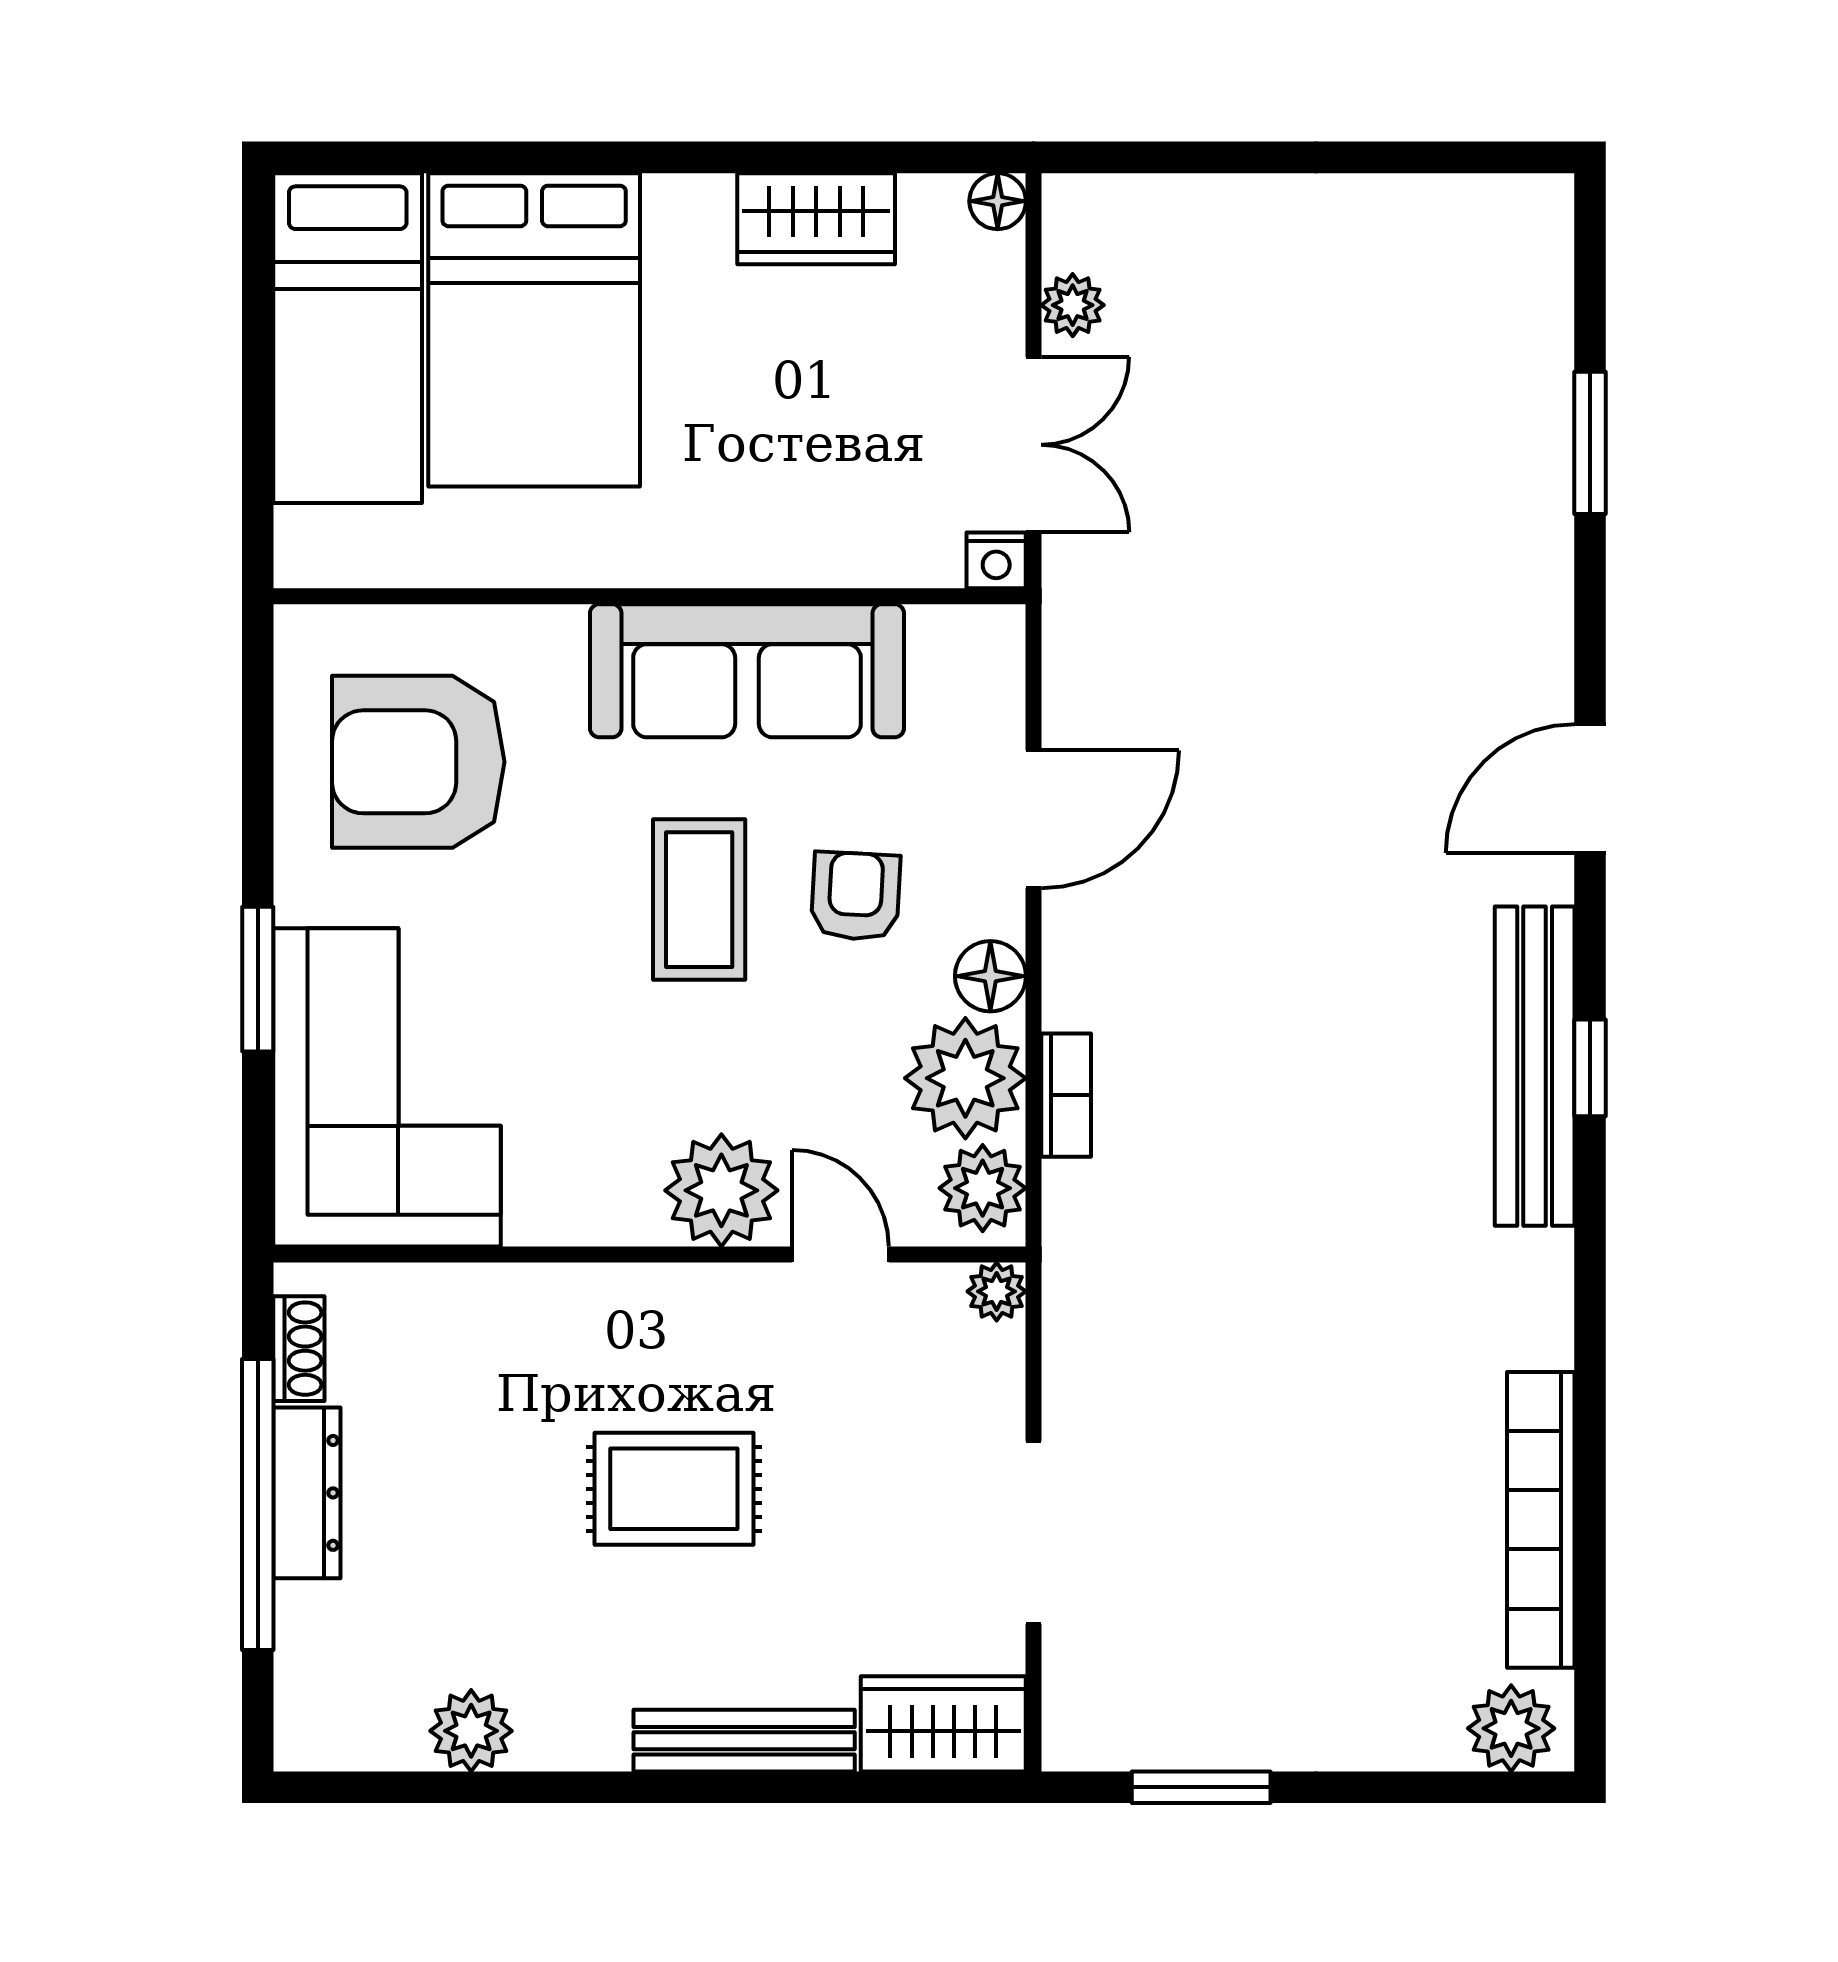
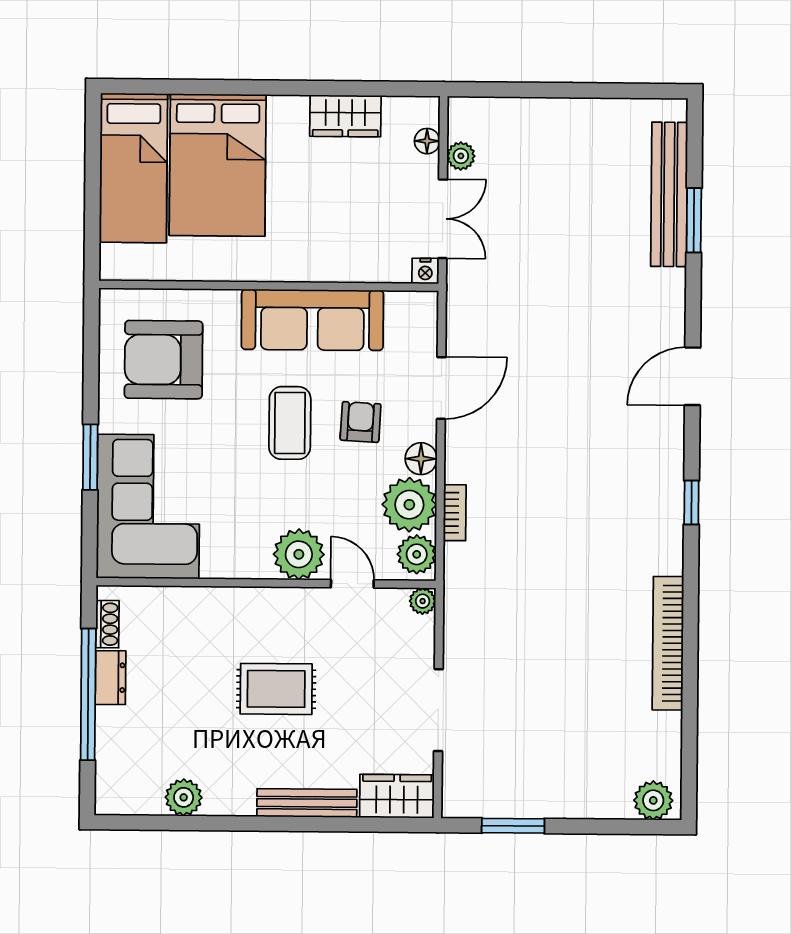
floor lamp: (998, 201) -> (427, 141), moved
bench: (1535, 1066) -> (669, 194), moved
dresser: (307, 1493) -> (111, 678), width x0.70
bookcase: (1541, 1520) -> (668, 643), moved

